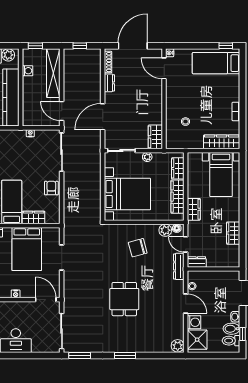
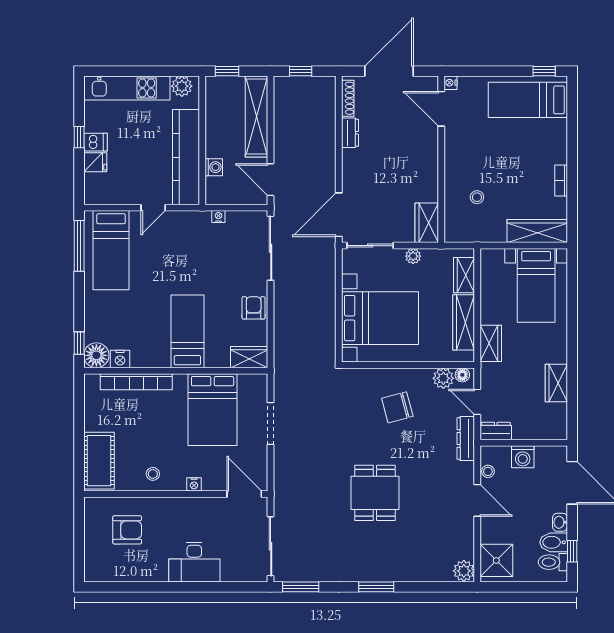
washing machine: (27, 71) -> (214, 167), moved
door: (103, 117) -> (339, 215), moved
wardrobe: (34, 218) -> (249, 357), moved
washing machine: (194, 322) -> (523, 457), moved, turned 90

